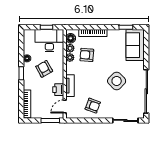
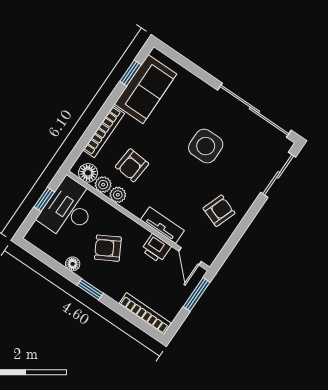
sofa: (135, 45) -> (146, 89), moved, turned -90
side table: (117, 81) -> (206, 146), turned 45

